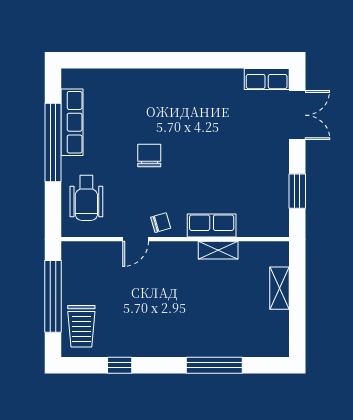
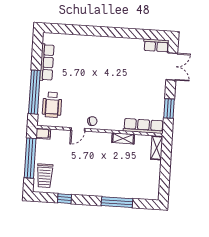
window: (53, 143) -> (34, 92), moved
chair: (149, 155) -> (88, 84), removed
row of seats: (212, 225) -> (143, 126), moved, width x1.48
filing cabinet: (74, 251) -> (43, 134), added
shelving: (279, 288) -> (157, 148), moved

